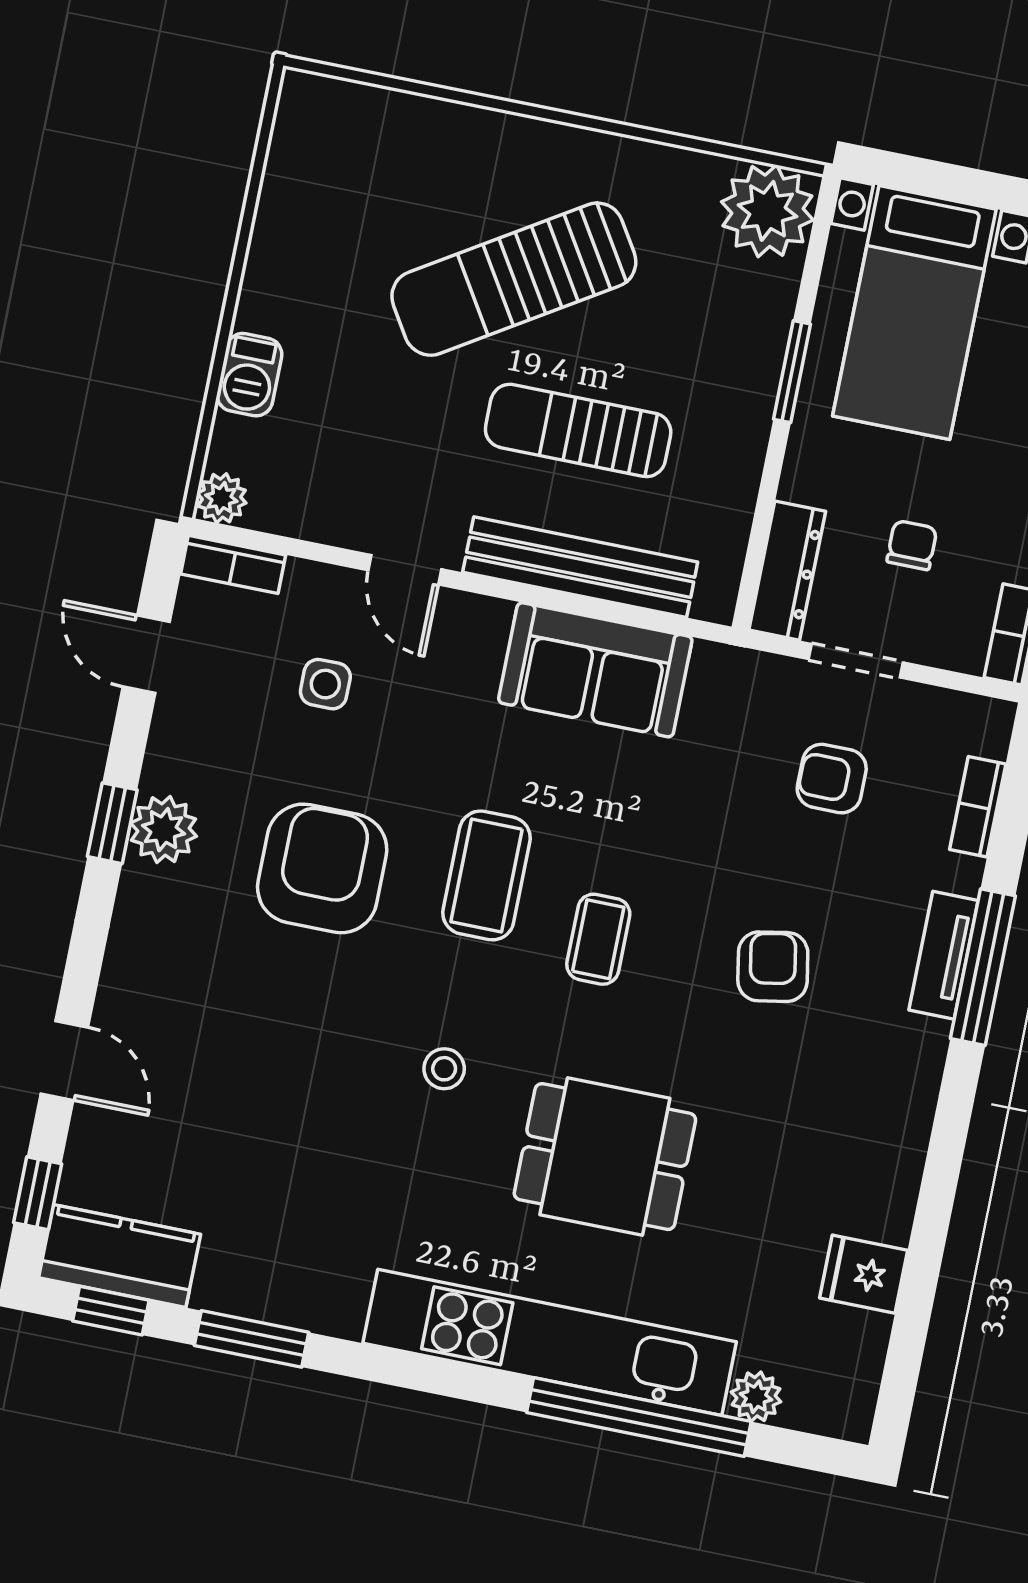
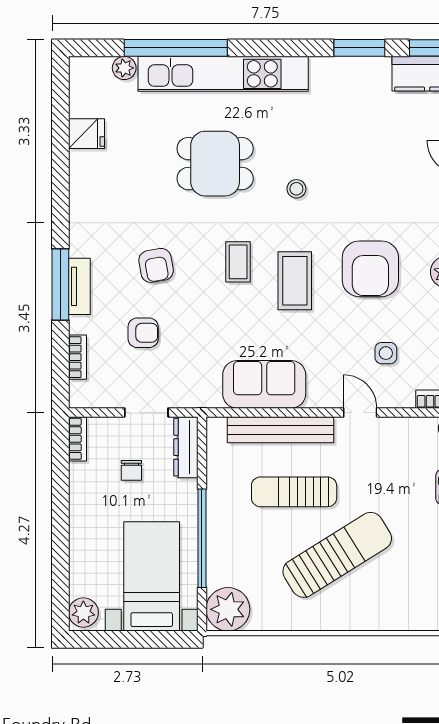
window: (792, 372) -> (202, 538), width x2.11
sun lounger: (578, 430) -> (294, 492), turned 180
armchair: (832, 779) -> (143, 333), moved

